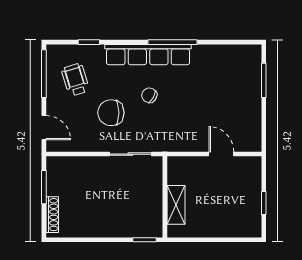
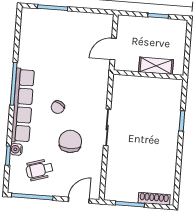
water cooler: (97, 51) -> (16, 149), added
chair: (111, 113) -> (70, 141), turned 180
wall: (165, 197) -> (148, 75), moved
shelving: (176, 205) -> (156, 66), moved

